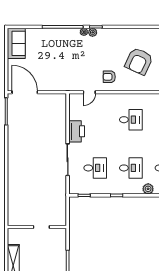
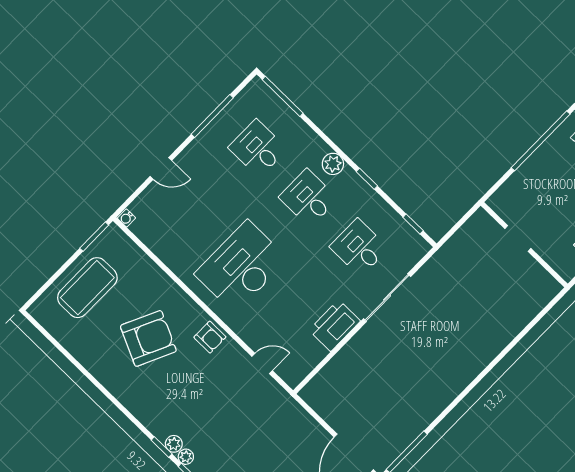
armchair: (109, 77) -> (210, 337), moved
desk: (131, 120) -> (241, 267), width x1.87, depth x1.30
plant: (148, 189) -> (333, 164), moved

